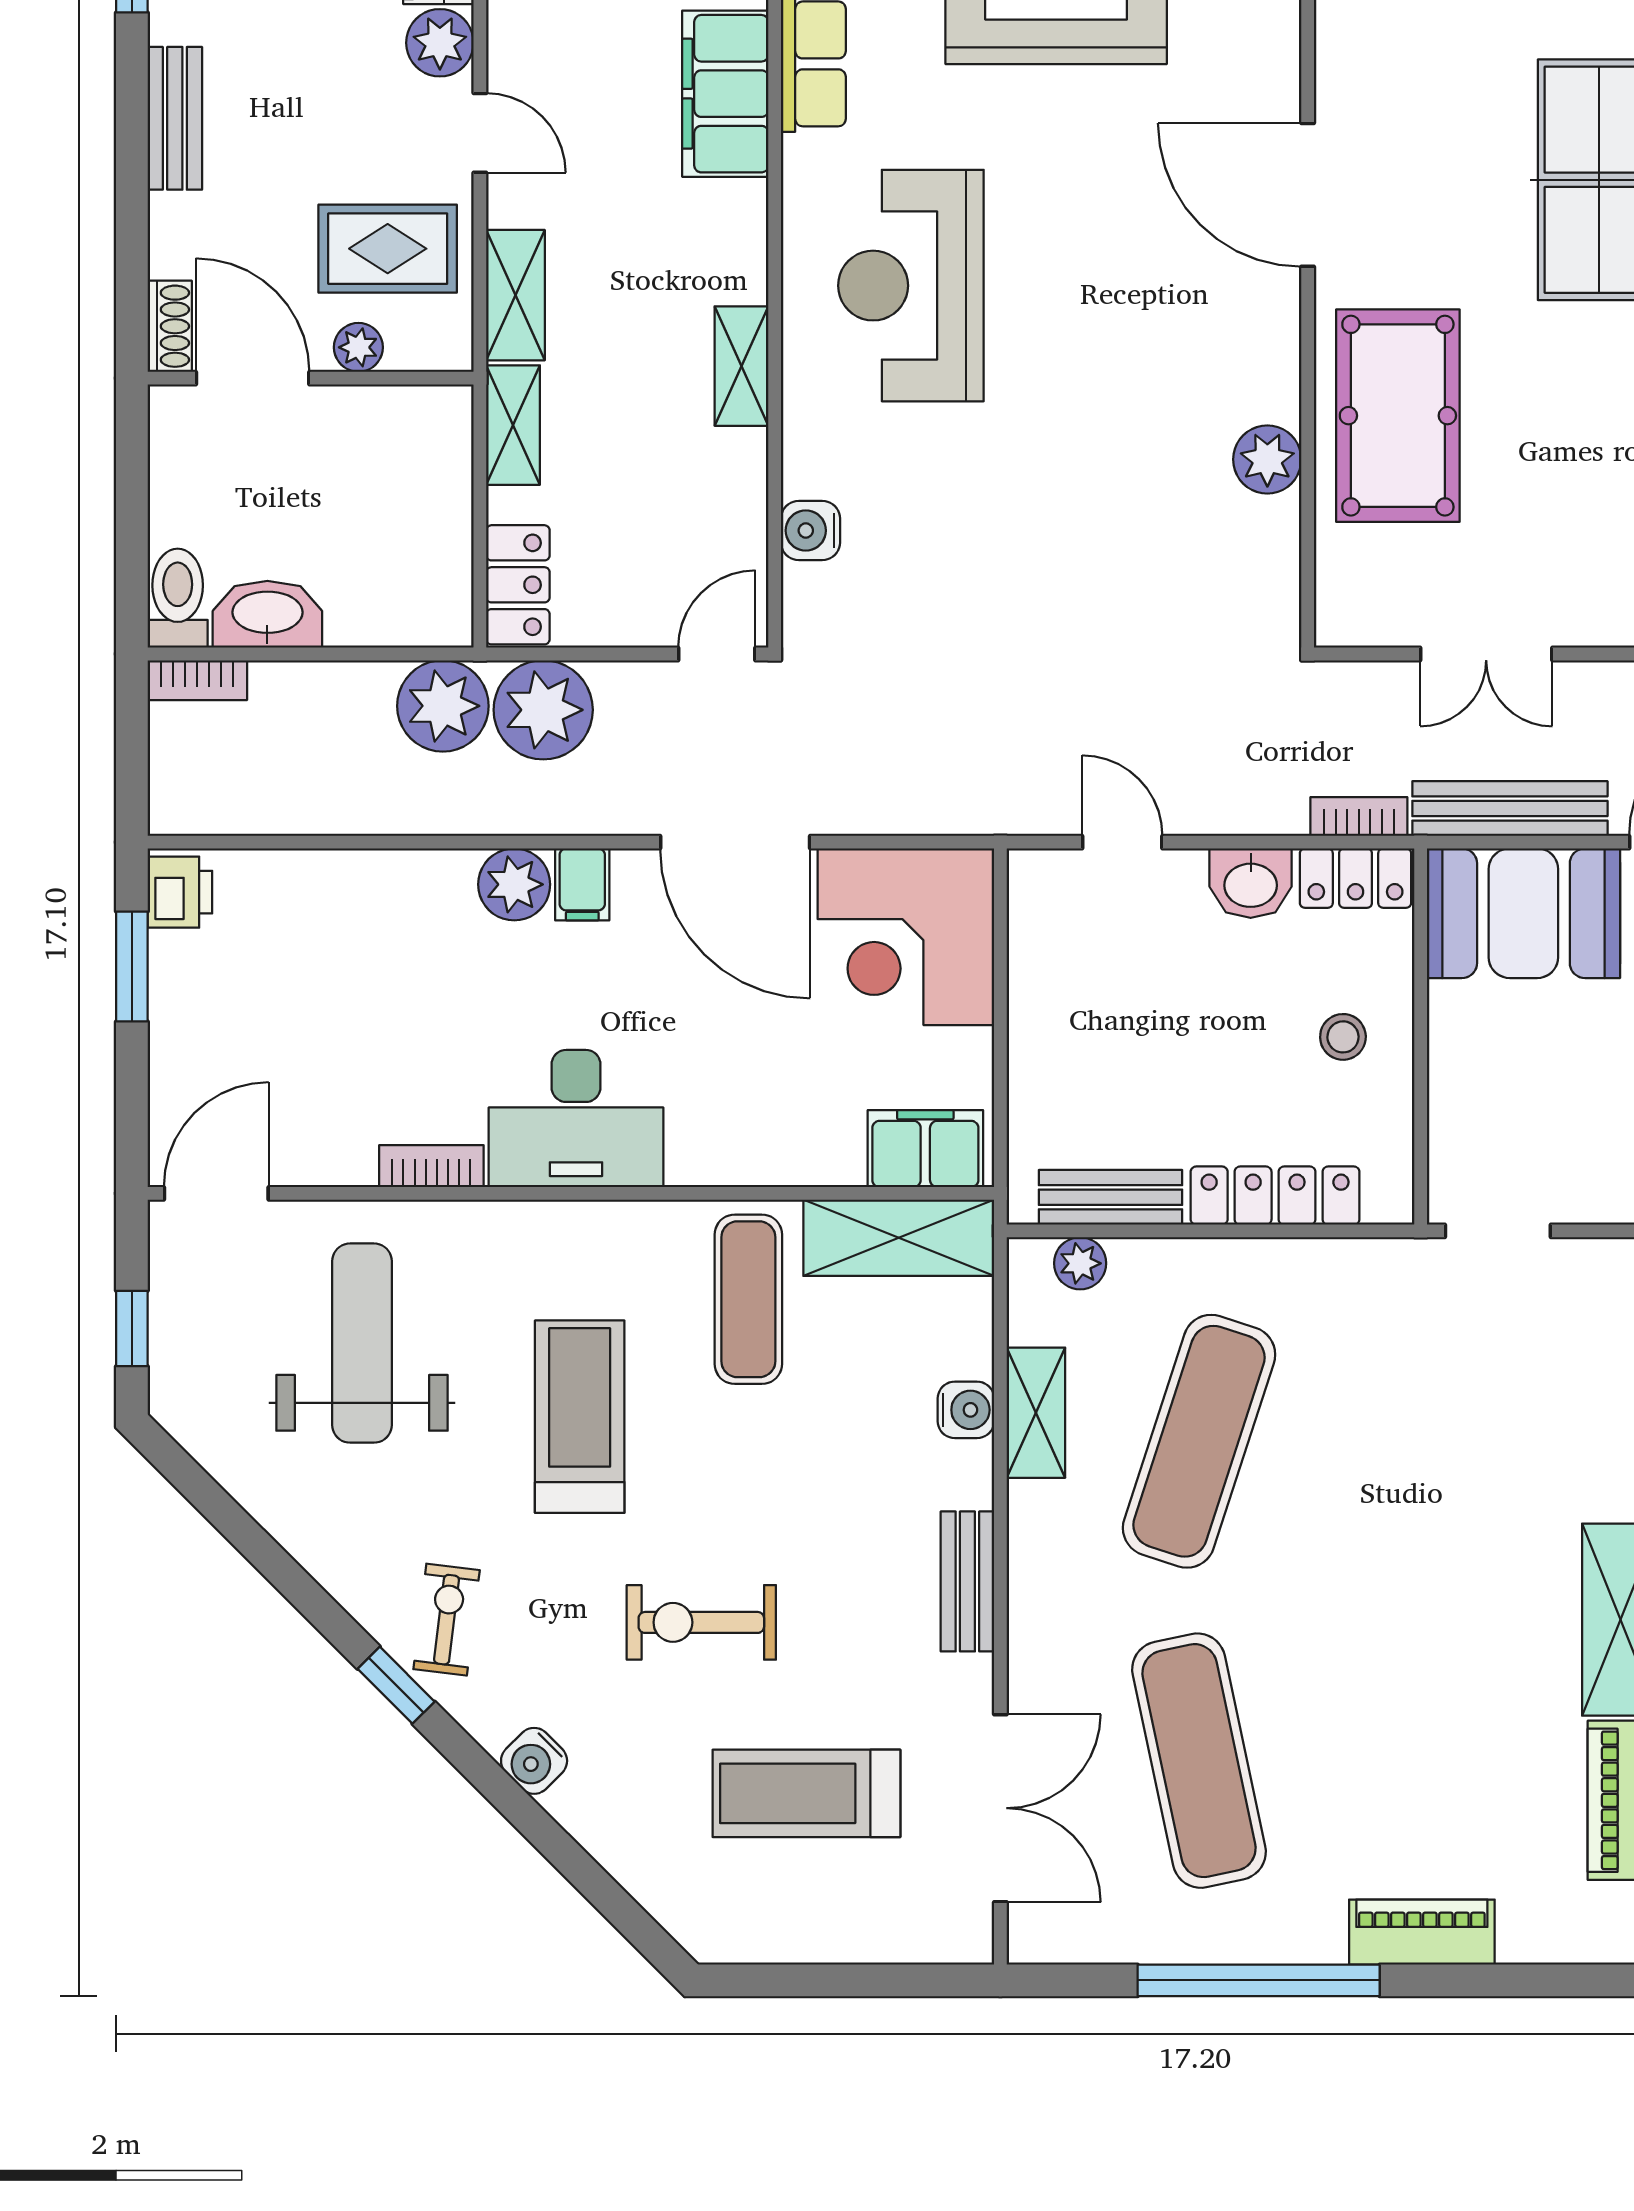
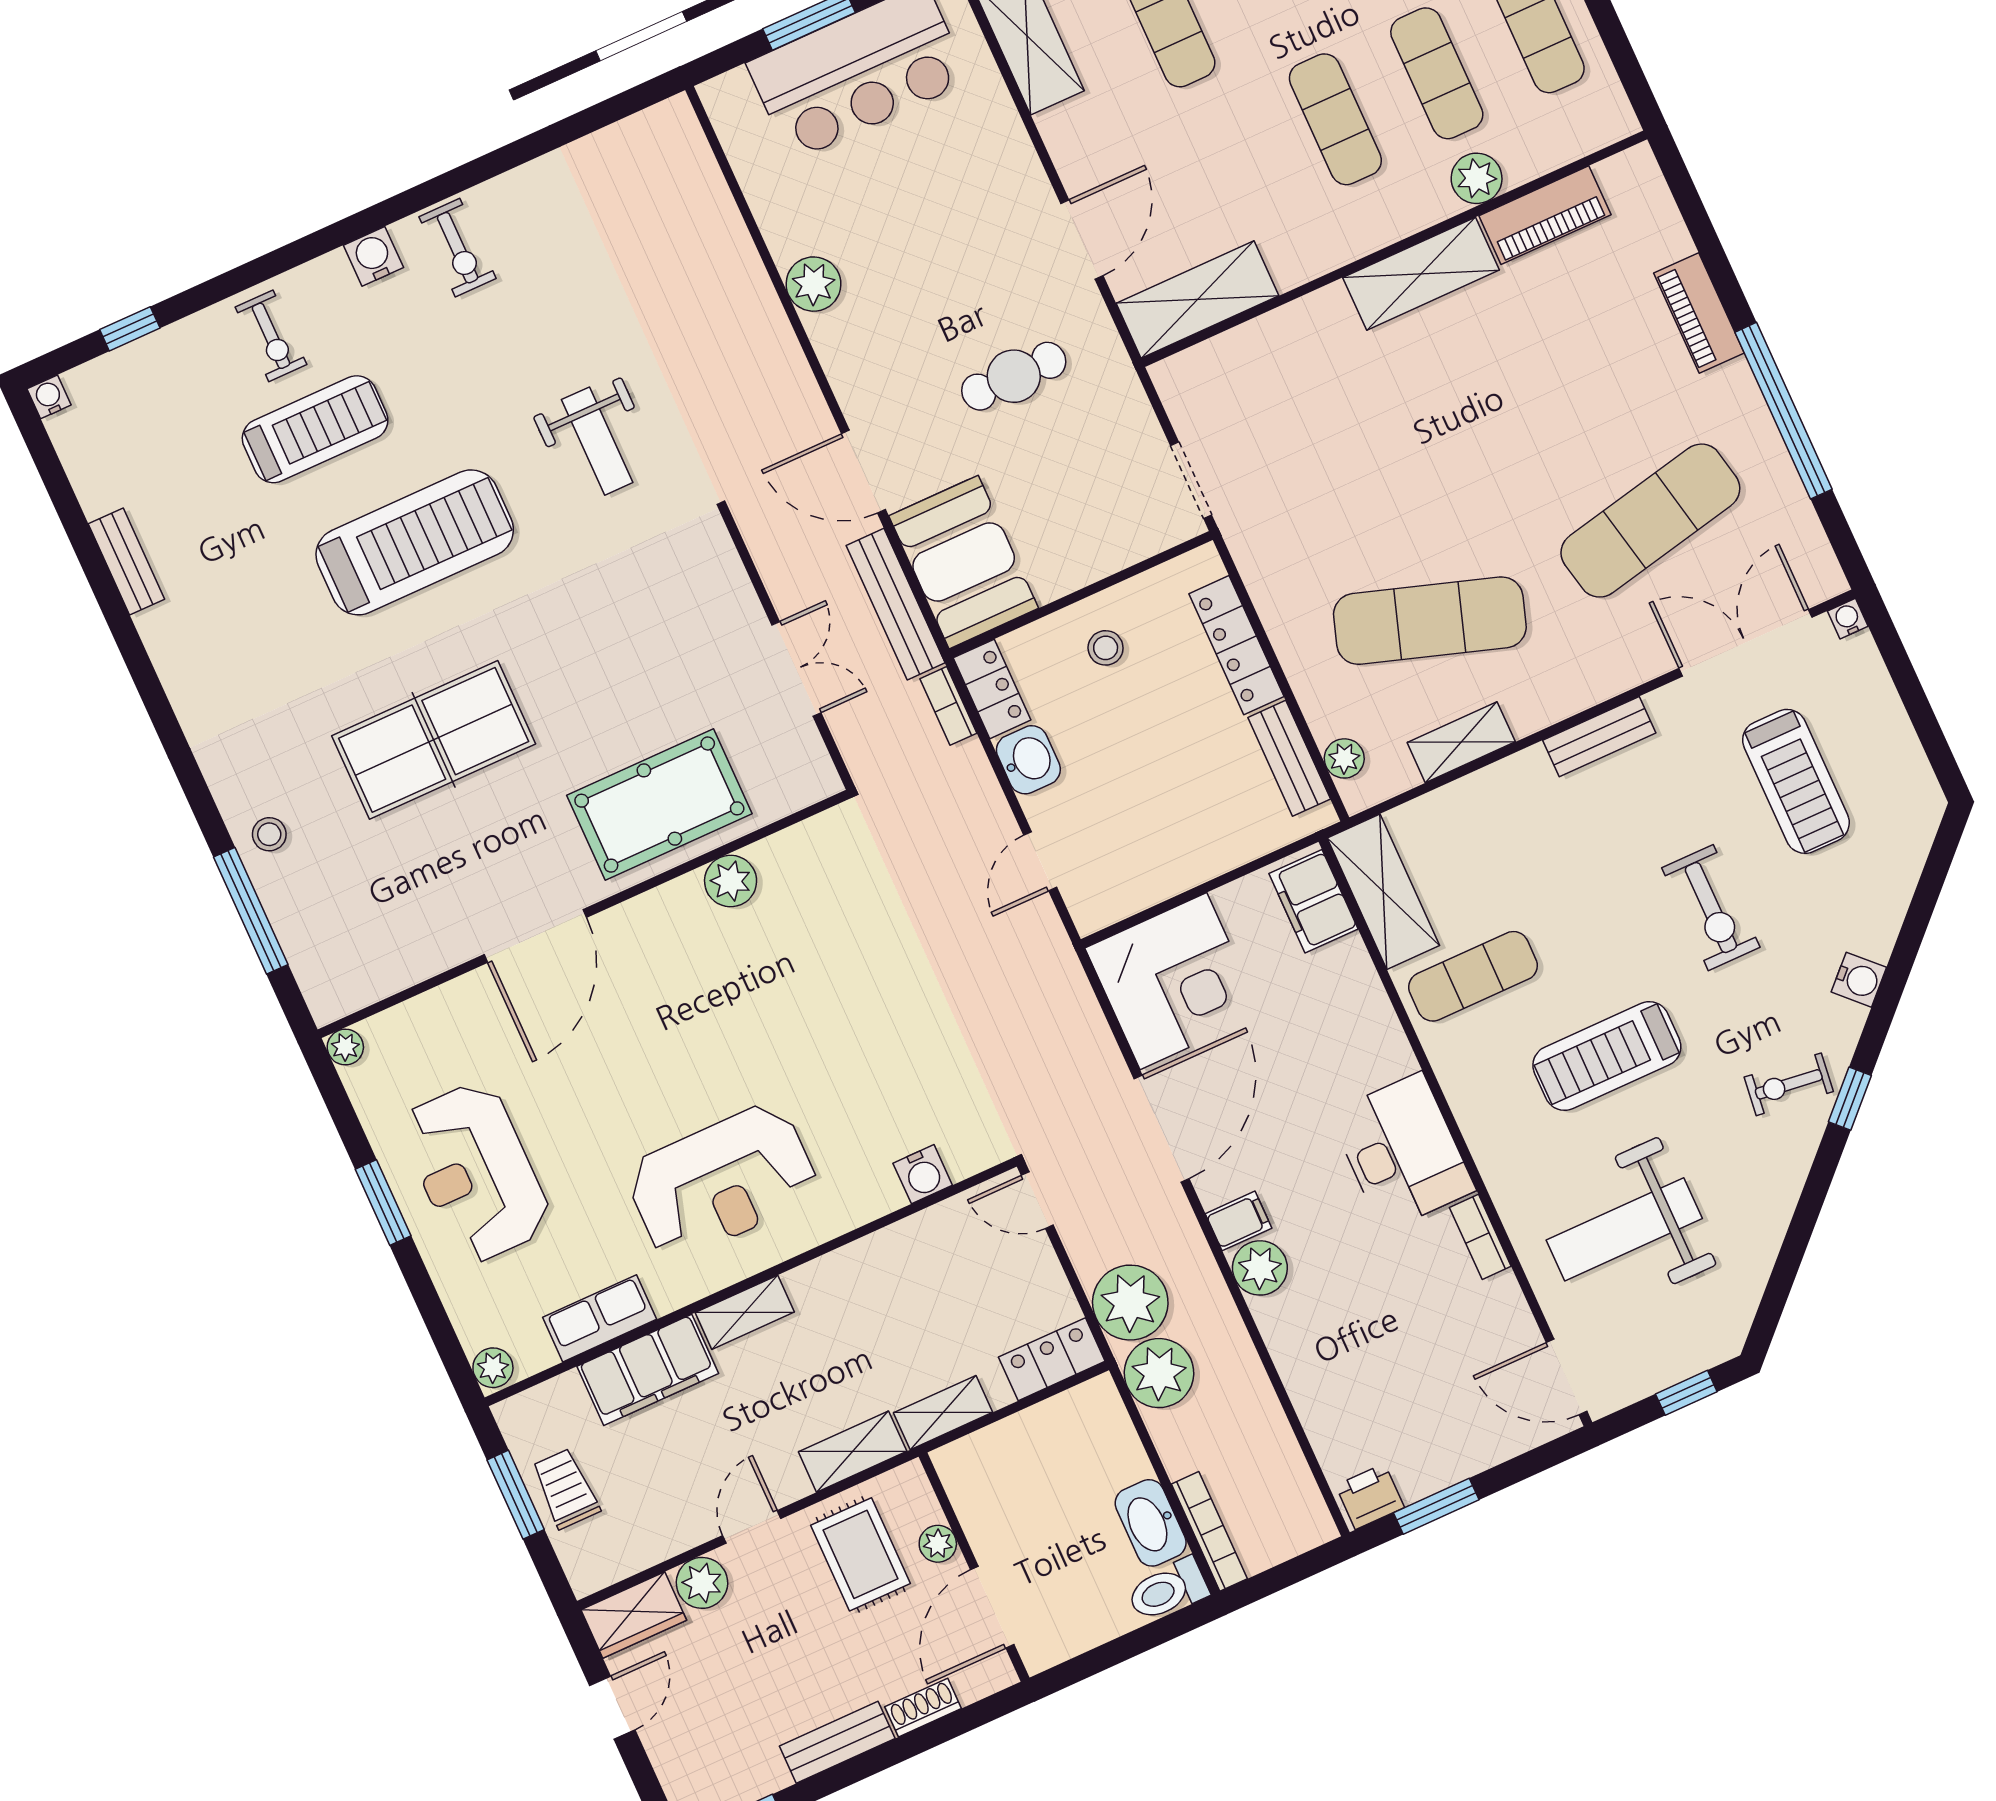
shoe rack: (170, 326) -> (923, 1708), moved
shelving: (741, 366) -> (745, 1312), moved
bookcase: (197, 680) -> (1209, 1531), width x1.56
water cooler: (966, 1410) -> (1848, 619), moved, width x0.72, depth x0.72

